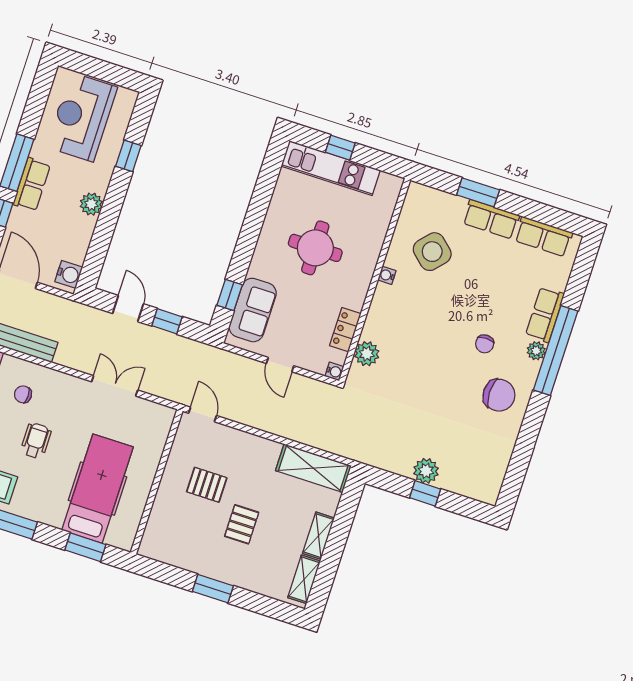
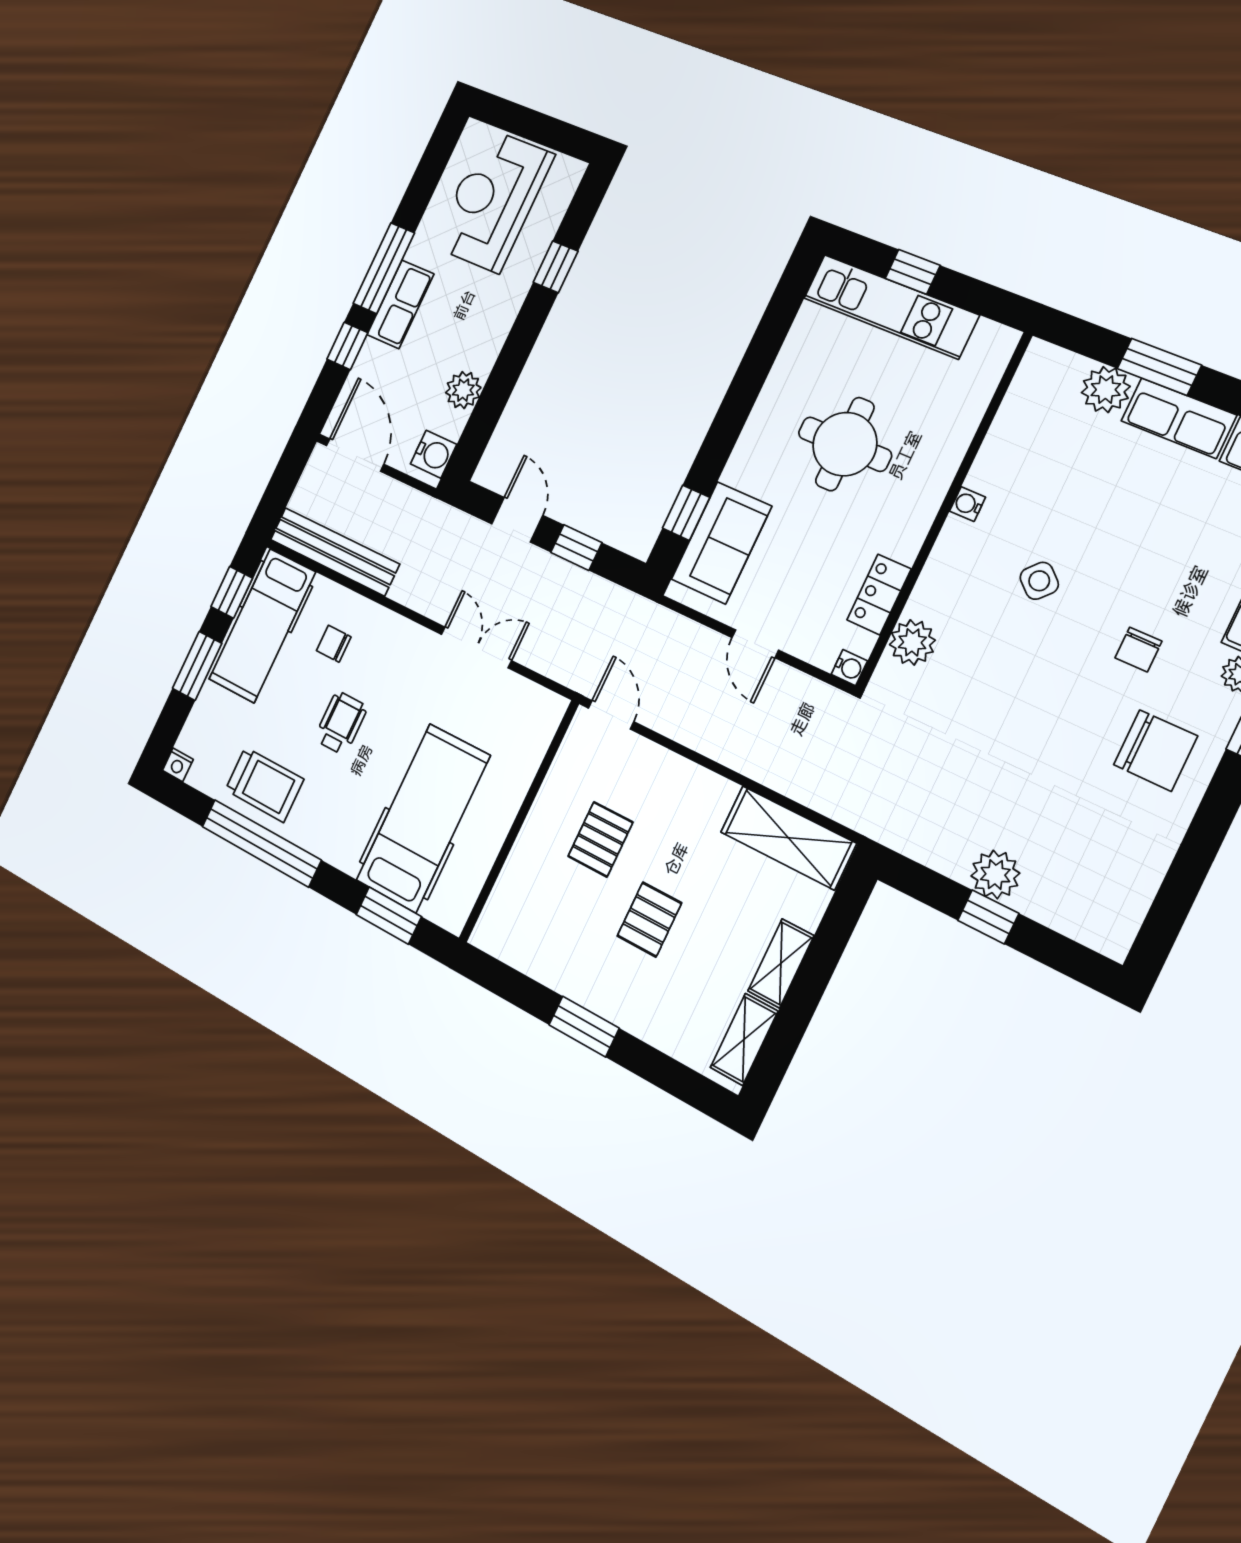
plant: (91, 204) -> (463, 390), moved
plant: (452, 207) -> (1106, 390), added
side table: (432, 252) -> (1039, 581), moved, width x0.54, depth x0.54
pallet: (207, 485) -> (600, 839), turned 90

